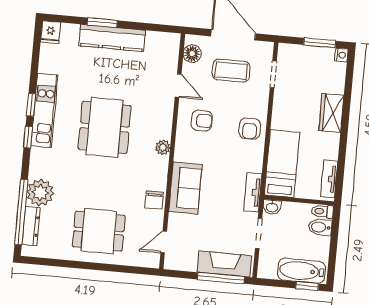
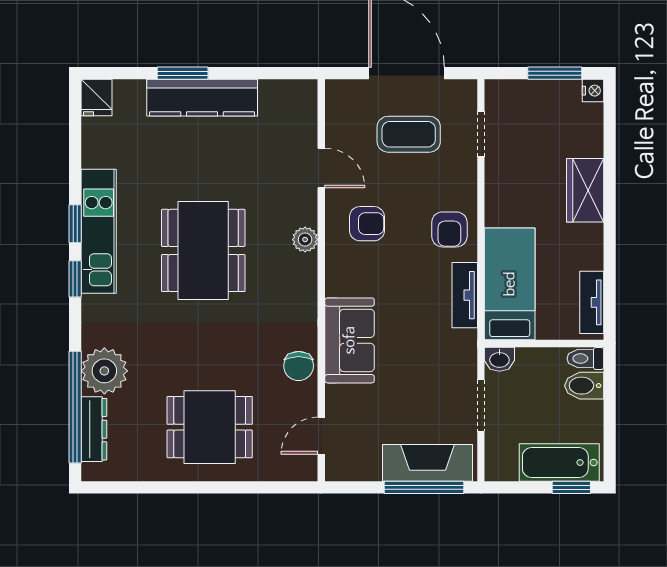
floor lamp: (192, 54) -> (340, 112), removed
plant: (163, 147) -> (305, 240), moved
tv unit: (253, 192) -> (465, 295), moved

